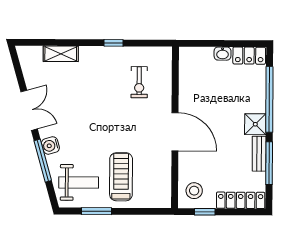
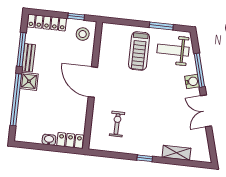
window: (114, 43) -> (145, 158), moved
locker: (249, 56) -> (70, 140), moved

